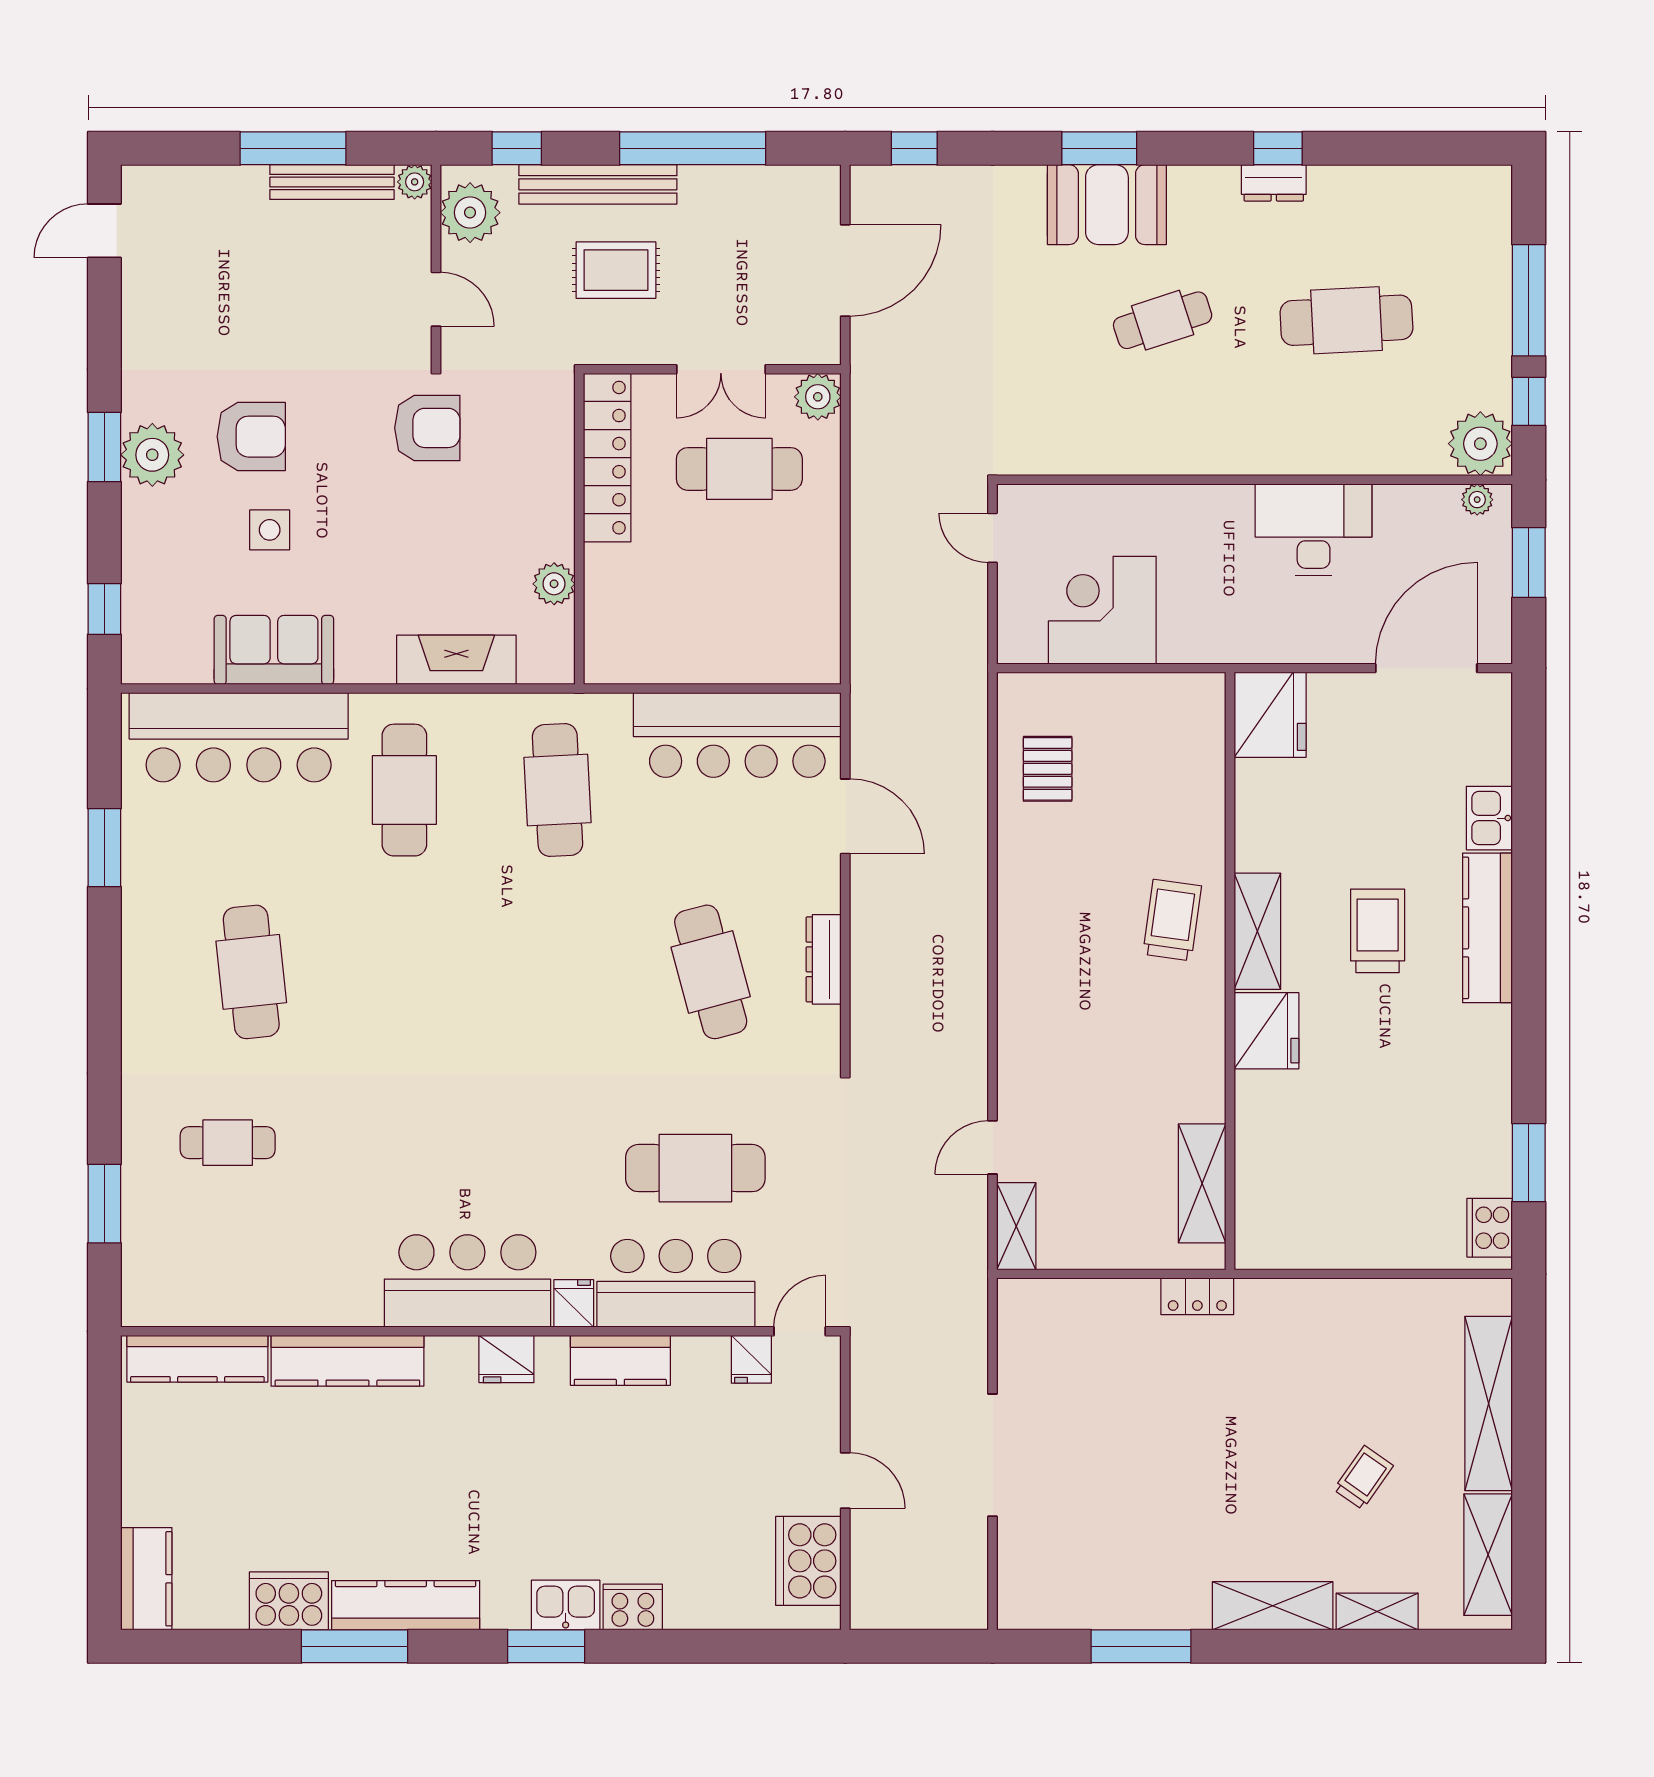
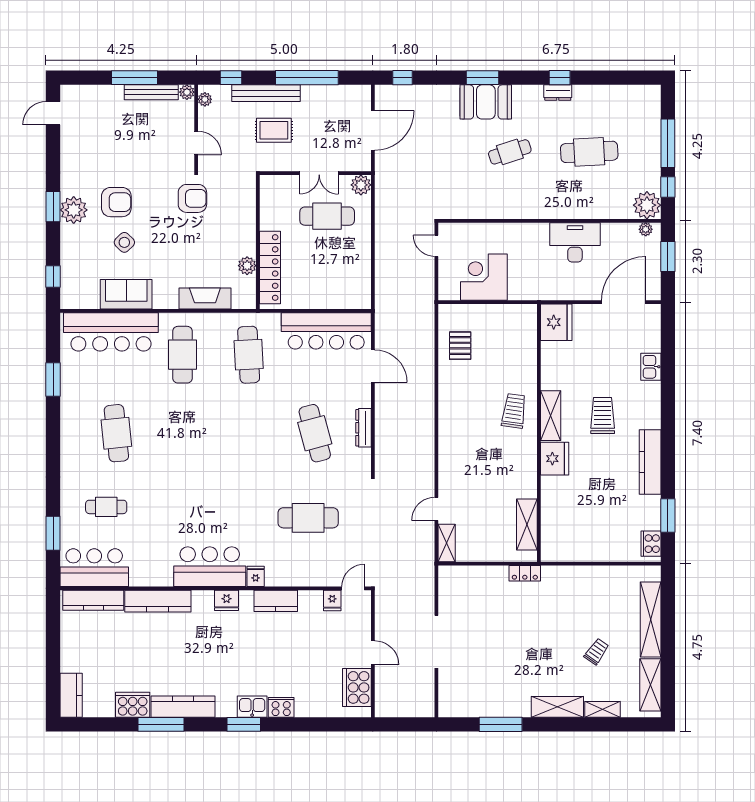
plant: (470, 213) -> (205, 99), width x0.53, depth x0.53
locker: (607, 458) -> (270, 268), moved
side table: (270, 530) -> (124, 242), turned 45
kitchen counter: (1487, 928) -> (650, 462), moved
bar counter: (676, 1283) -> (94, 568), moved

